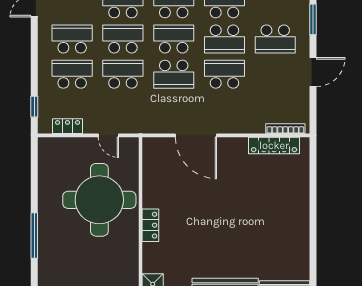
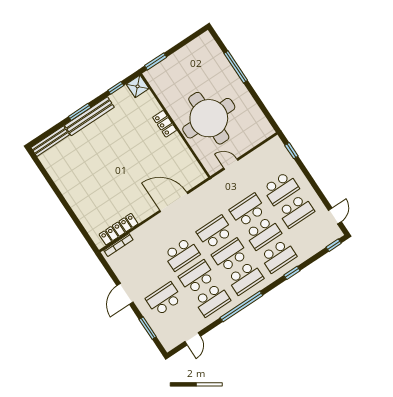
school desk: (174, 39) -> (230, 255), turned 180
school desk: (123, 74) -> (248, 210), turned 180
locker: (68, 126) -> (261, 152), removed

